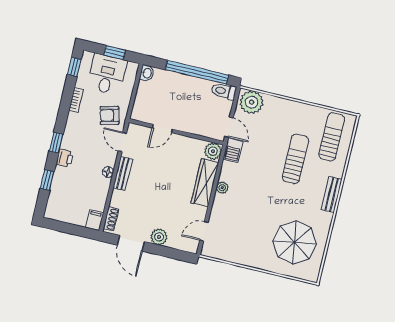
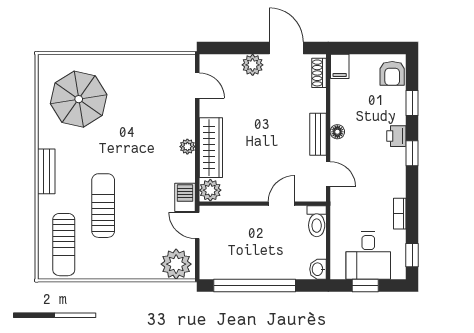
toilet: (224, 91) -> (317, 221), moved, turned 90
armchair: (109, 115) -> (392, 73), moved, turned 104
sun lounger: (295, 159) -> (103, 206), turned 180
door: (204, 231) -> (197, 85), hinge flipped

